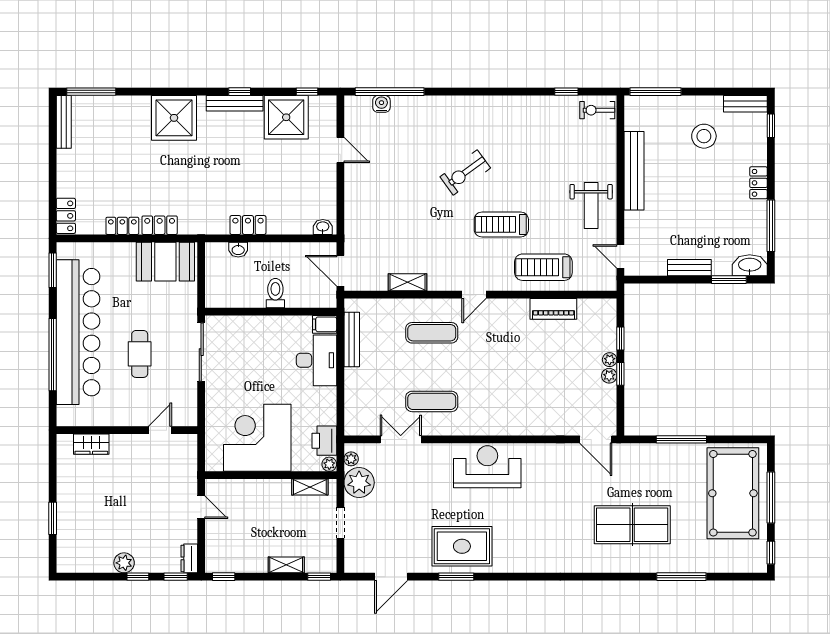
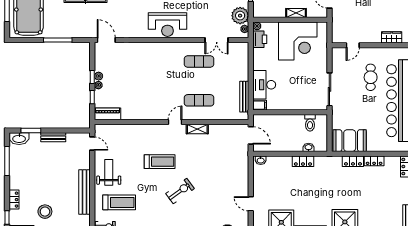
locker: (758, 183) -> (14, 200), moved
treadmill: (543, 267) -> (119, 202), moved
shelving: (407, 282) -> (197, 129), moved
toilet: (275, 293) -> (310, 123), moved
piano: (553, 309) -> (107, 114), moved
cafe table: (140, 354) -> (371, 77), moved
shelving: (310, 487) -> (296, 13), moved

